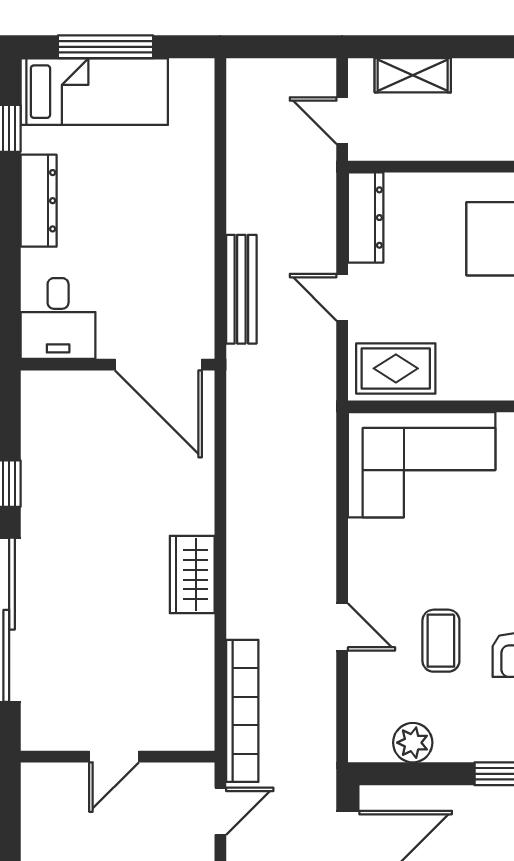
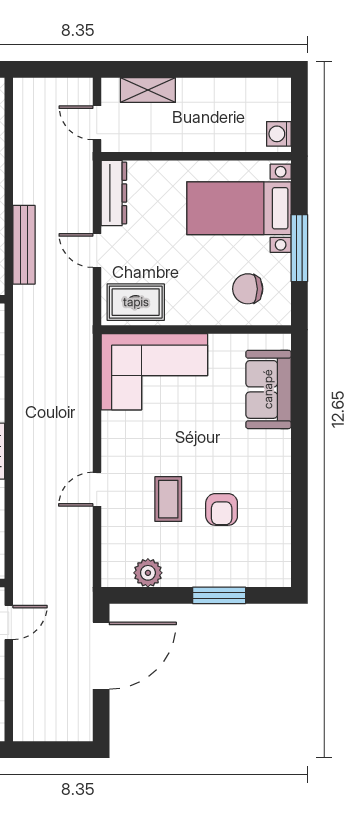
door: (342, 627) -> (97, 489), swing flipped
bookcase: (242, 711) -> (25, 550), removed

